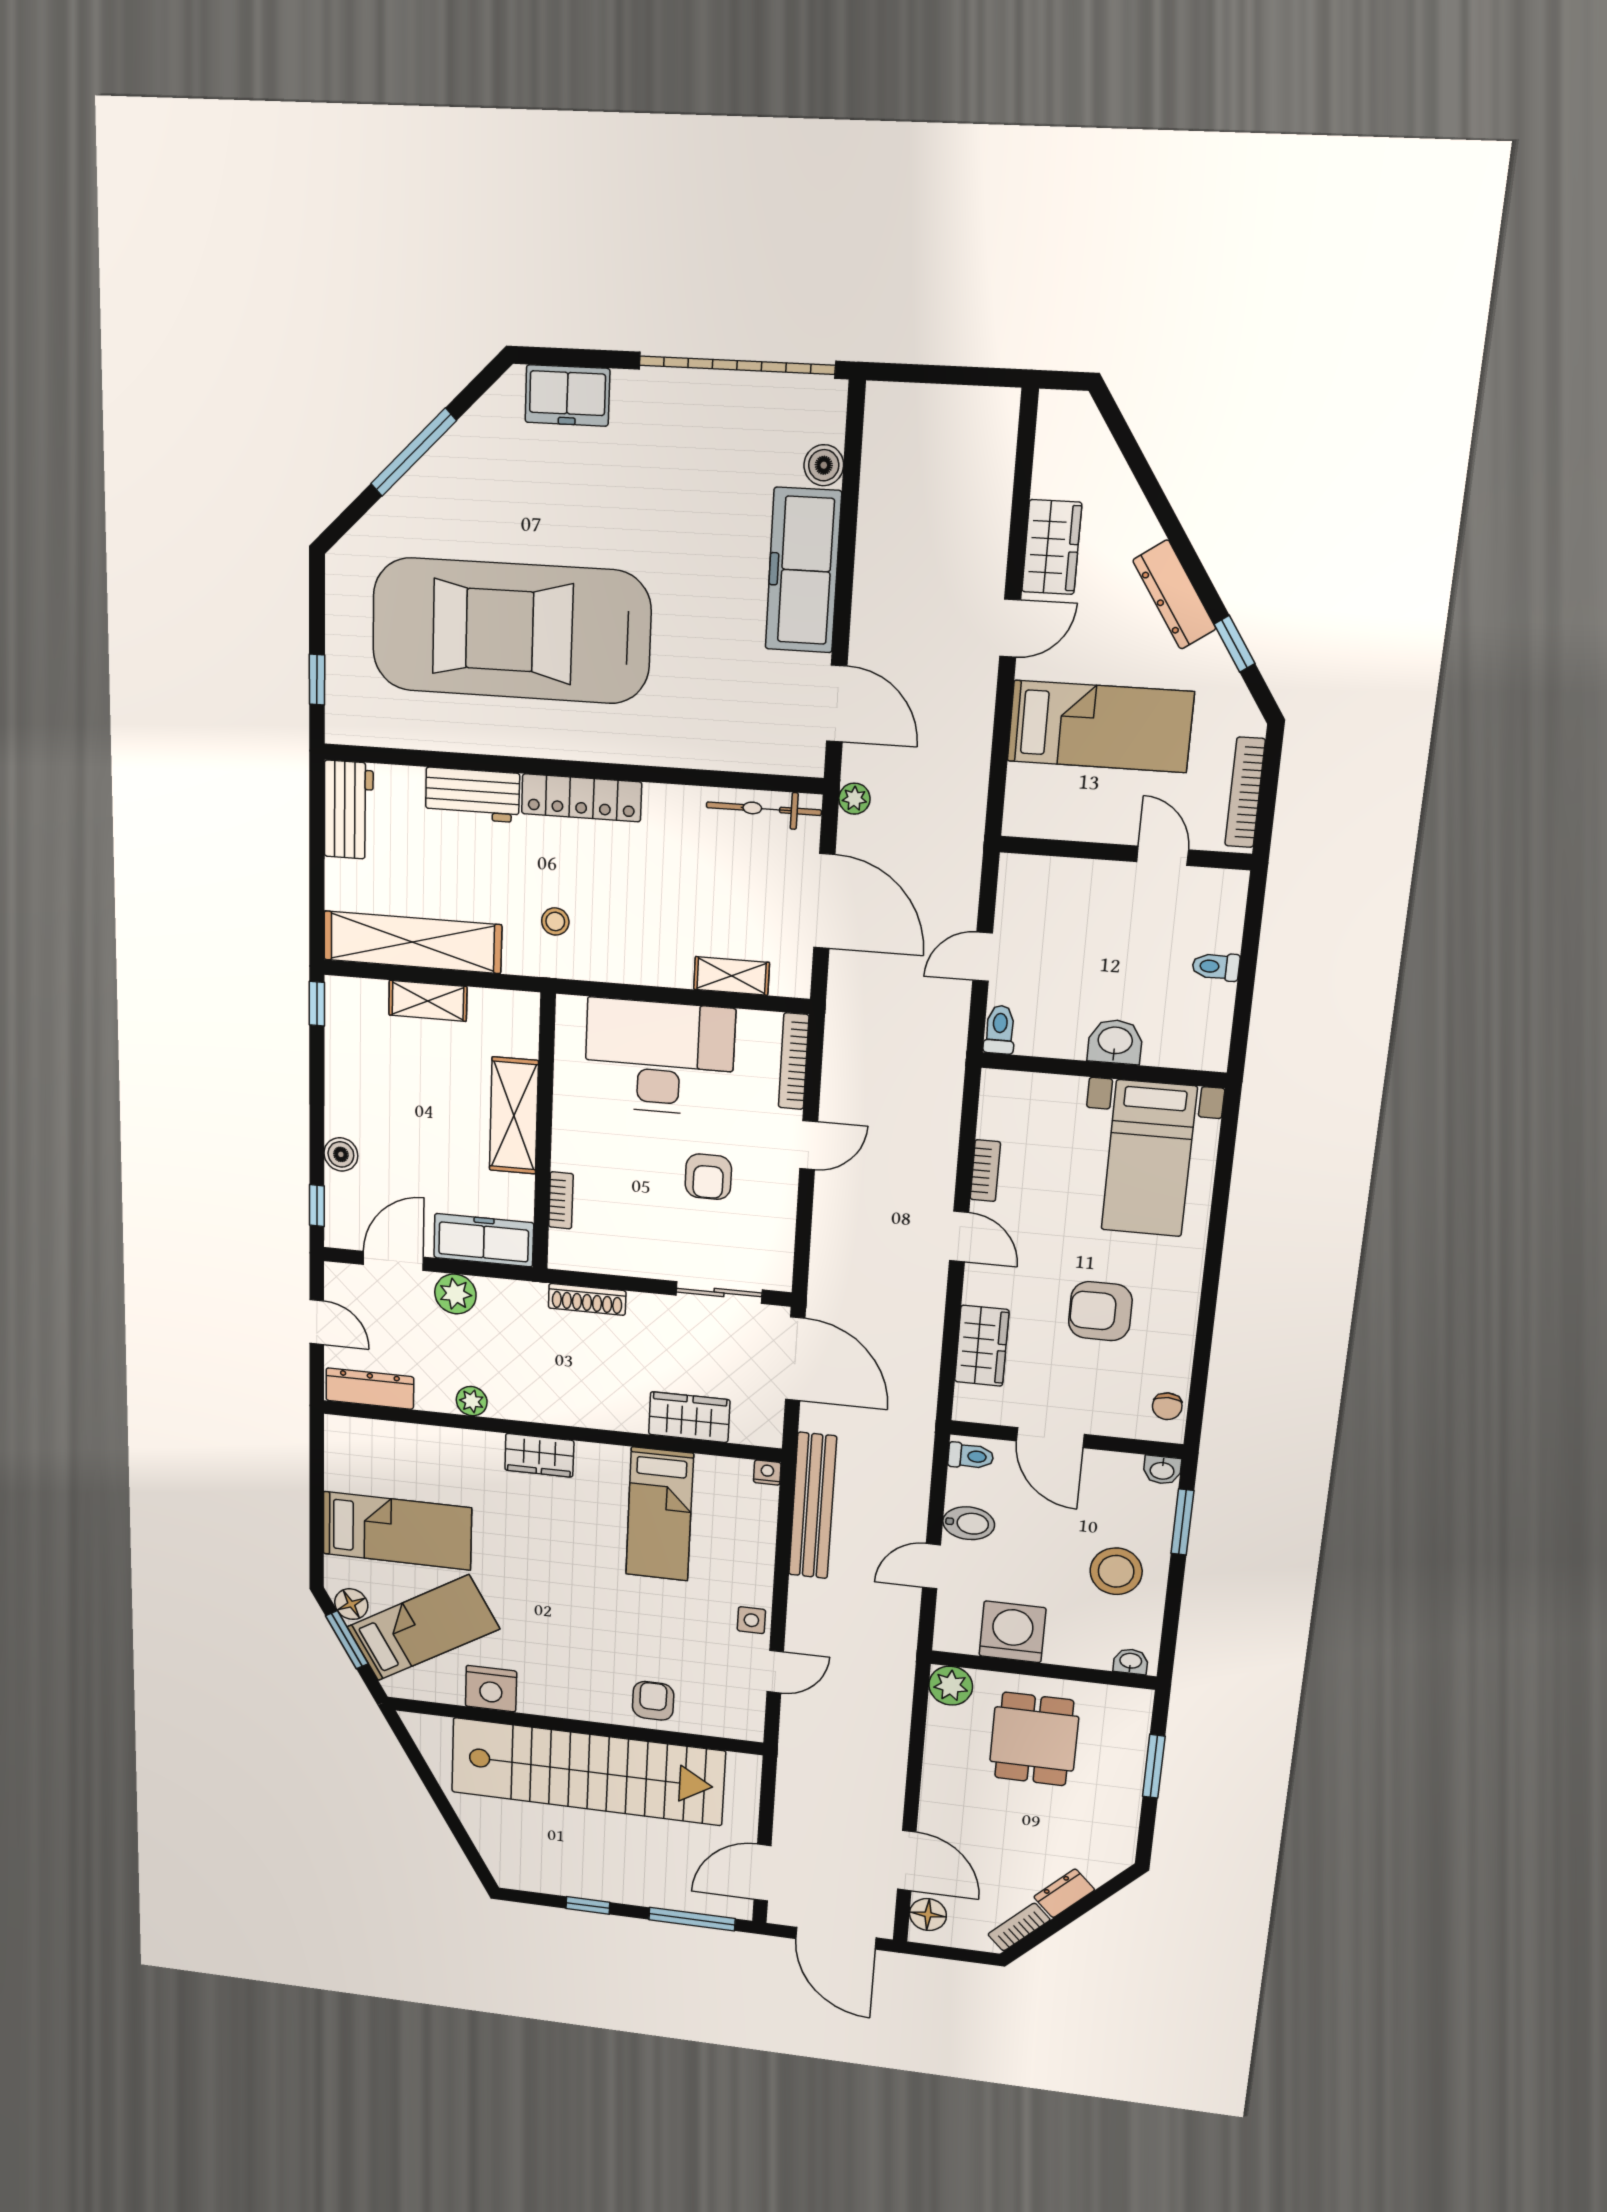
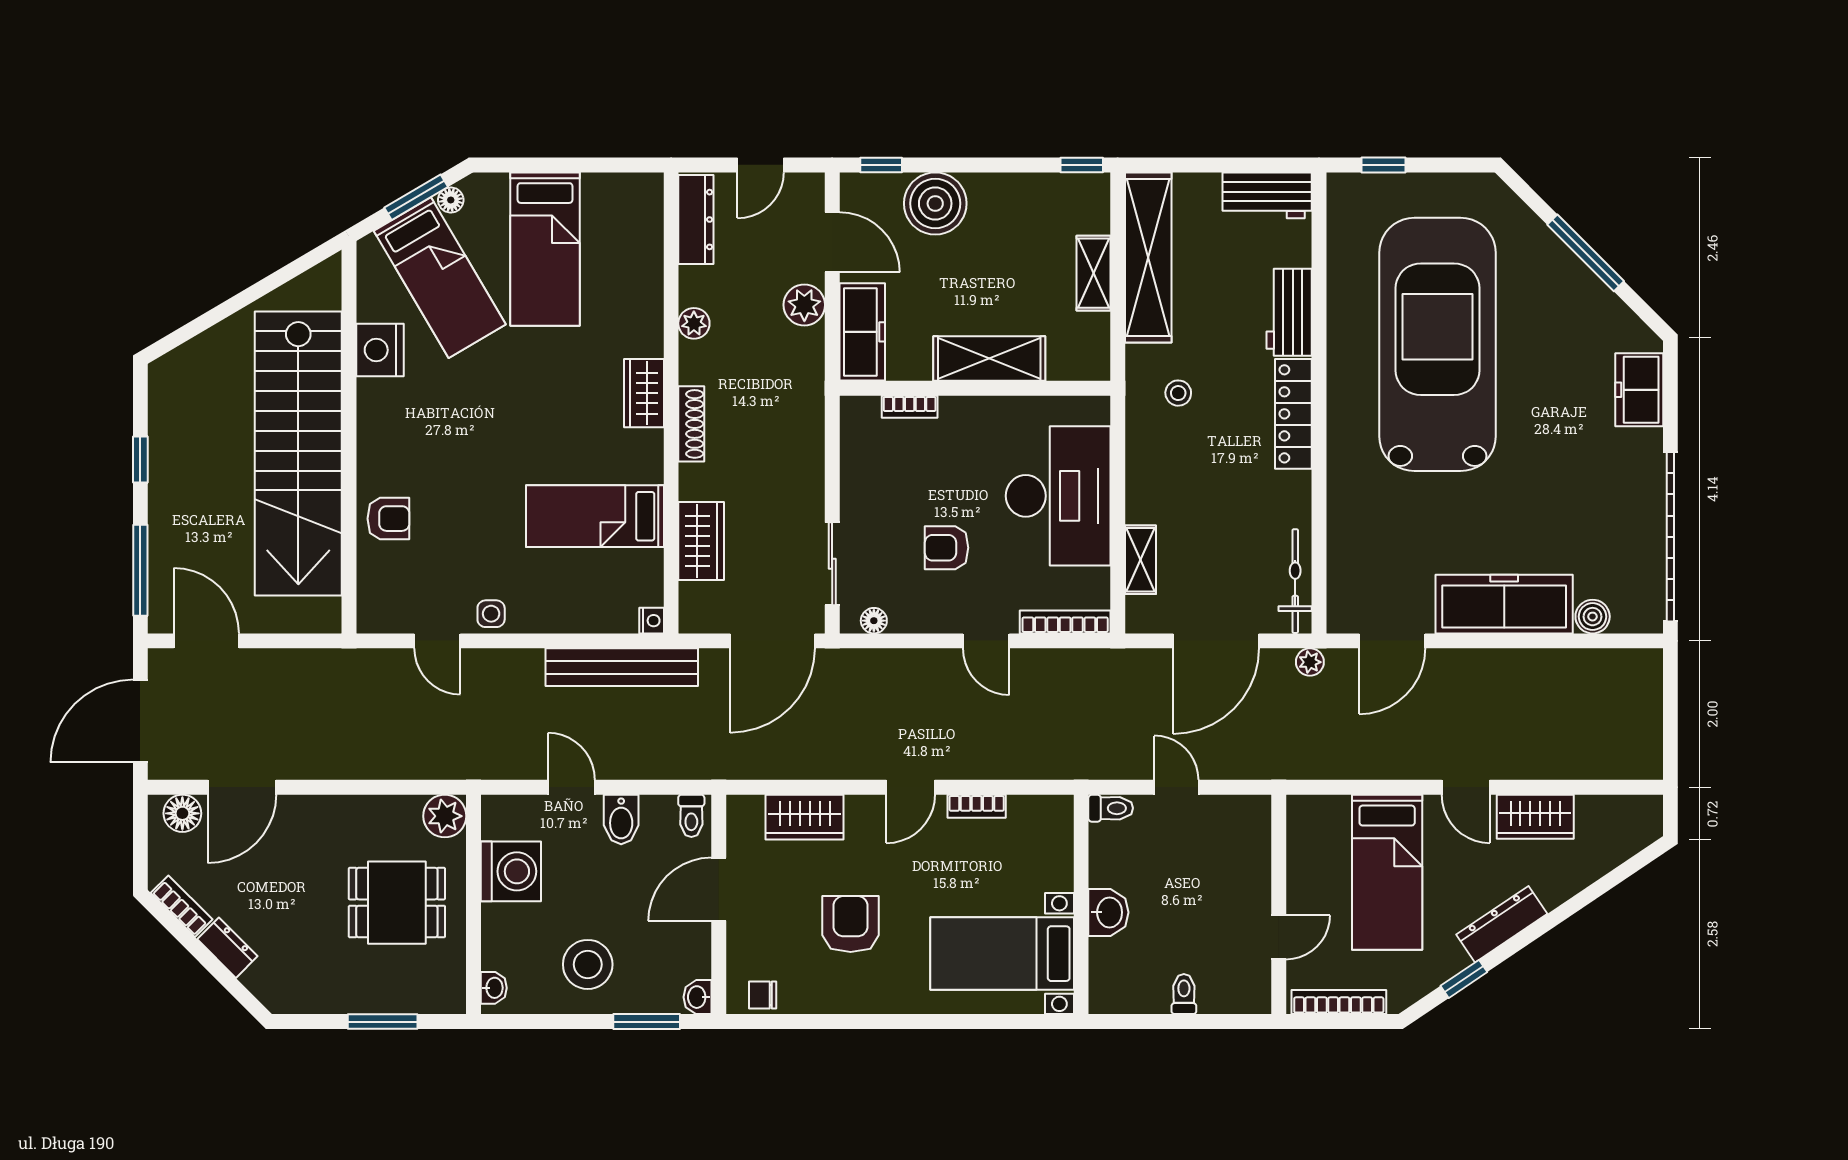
boiler: (341, 1154) -> (935, 203), width x1.86, depth x1.86
floor lamp: (780, 1257) -> (874, 621), added
shoe rack: (587, 1299) -> (691, 424), moved, turned 180
floor lamp: (351, 1604) -> (451, 200), width x0.73, depth x0.73

